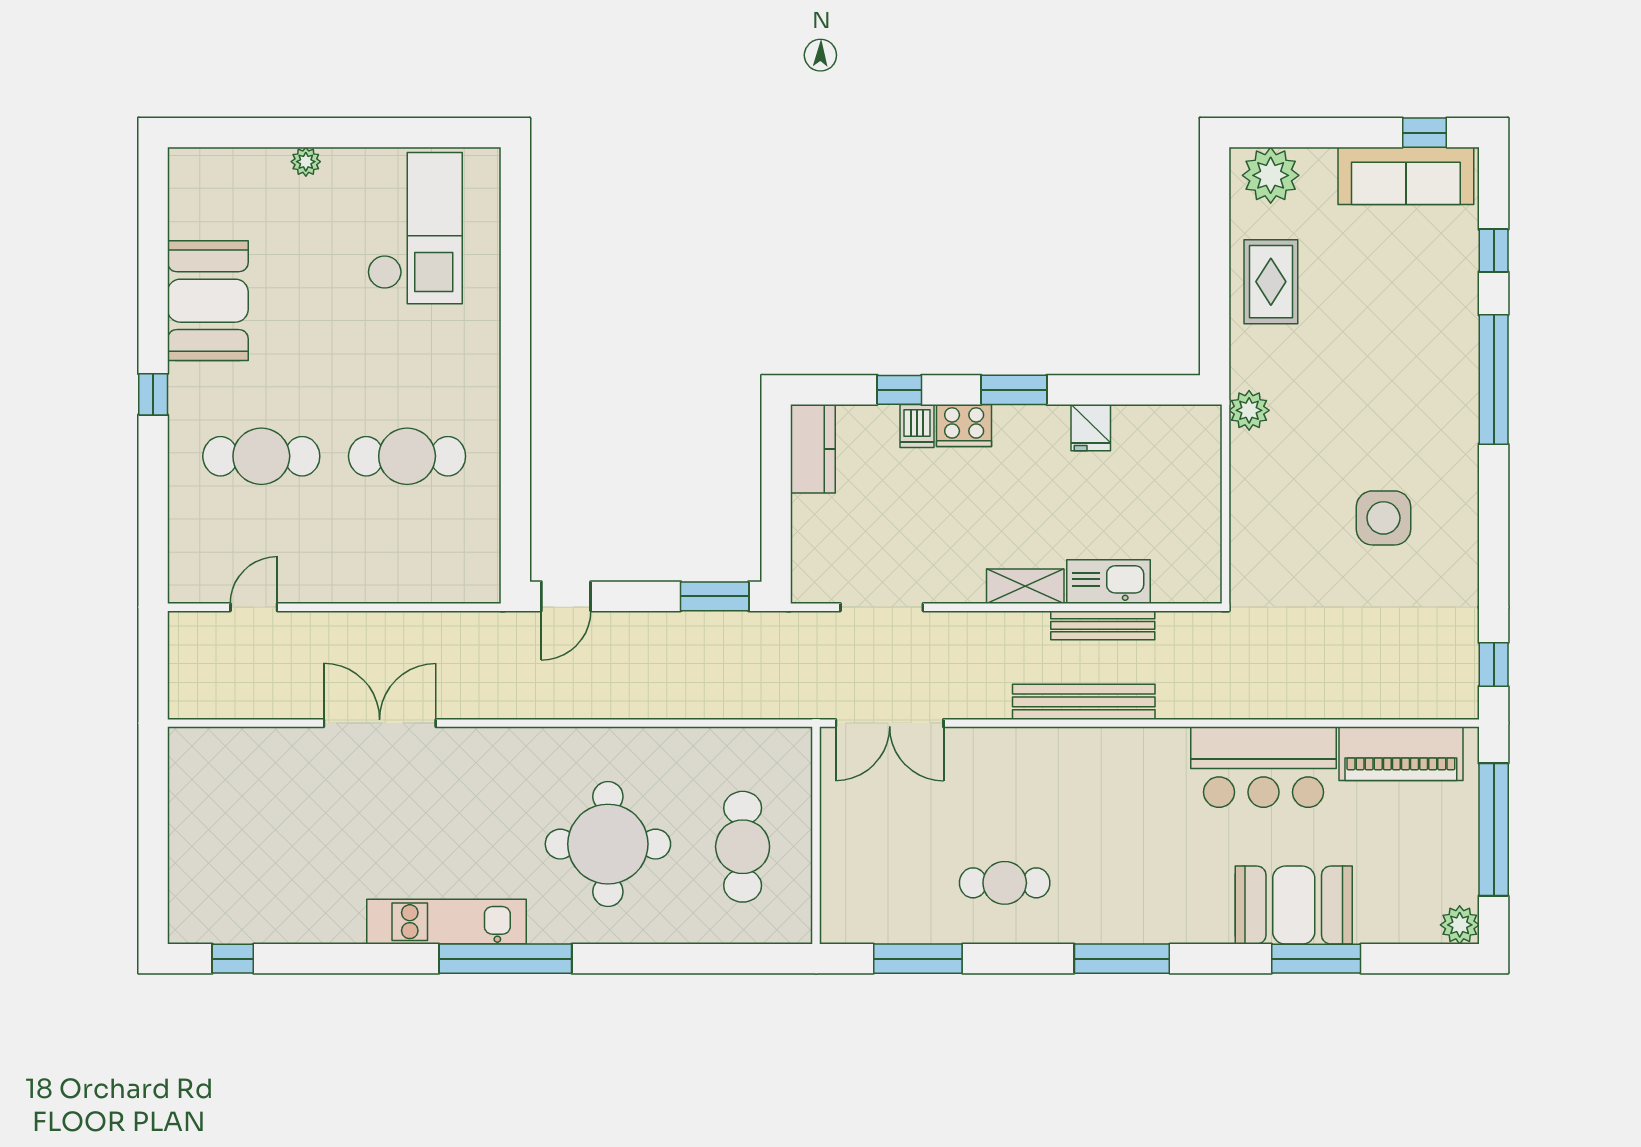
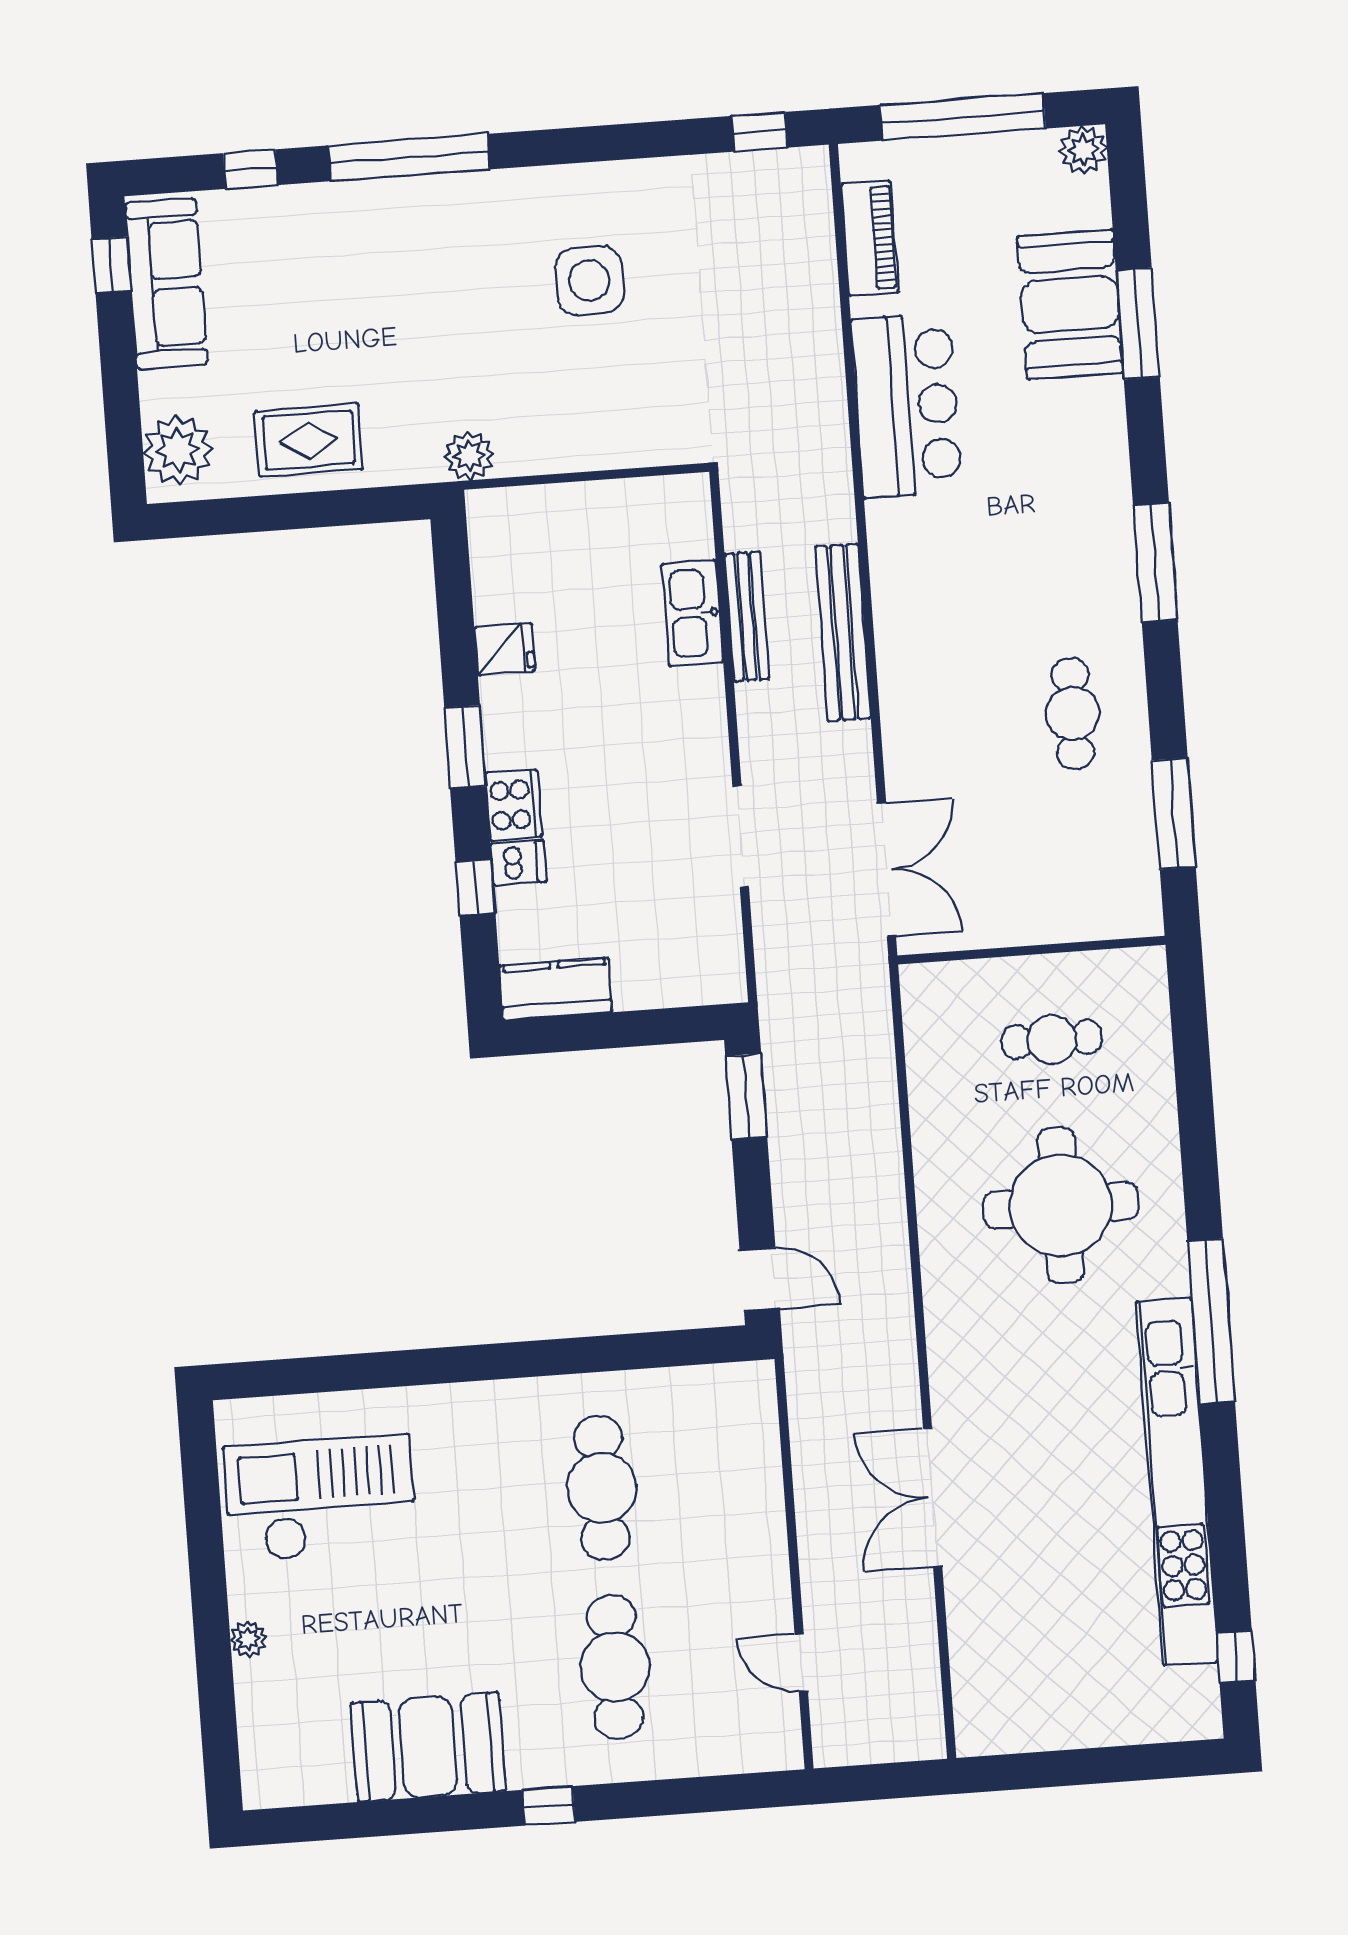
shelving: (1025, 586) -> (706, 715), removed
doorway: (882, 607) -> (741, 836), moved
piano: (1401, 754) -> (870, 238), width x0.73, depth x0.75
cafe table: (743, 847) -> (1052, 1039), width x0.73, depth x0.74
booth: (1294, 905) -> (1070, 305), moved
kitchen unit: (446, 922) -> (1177, 1481), width x1.86

